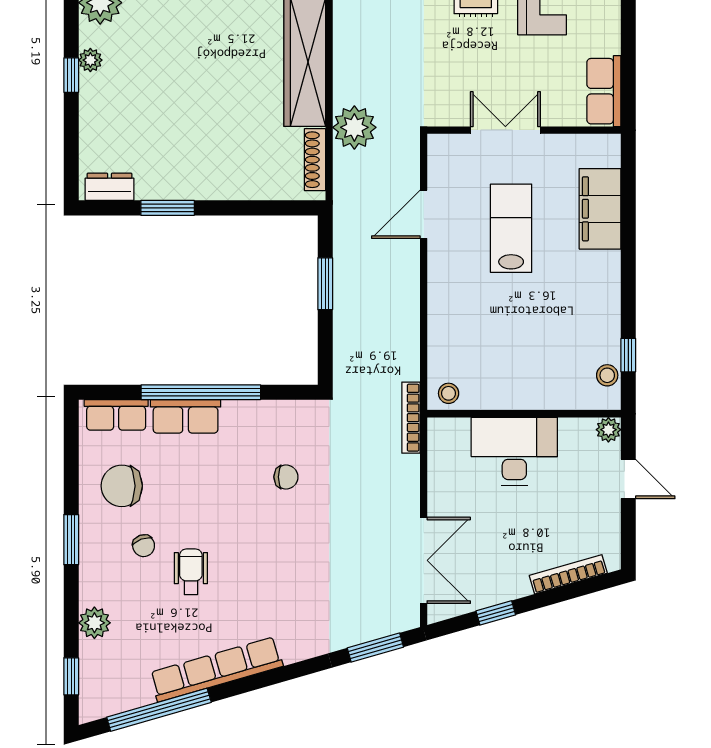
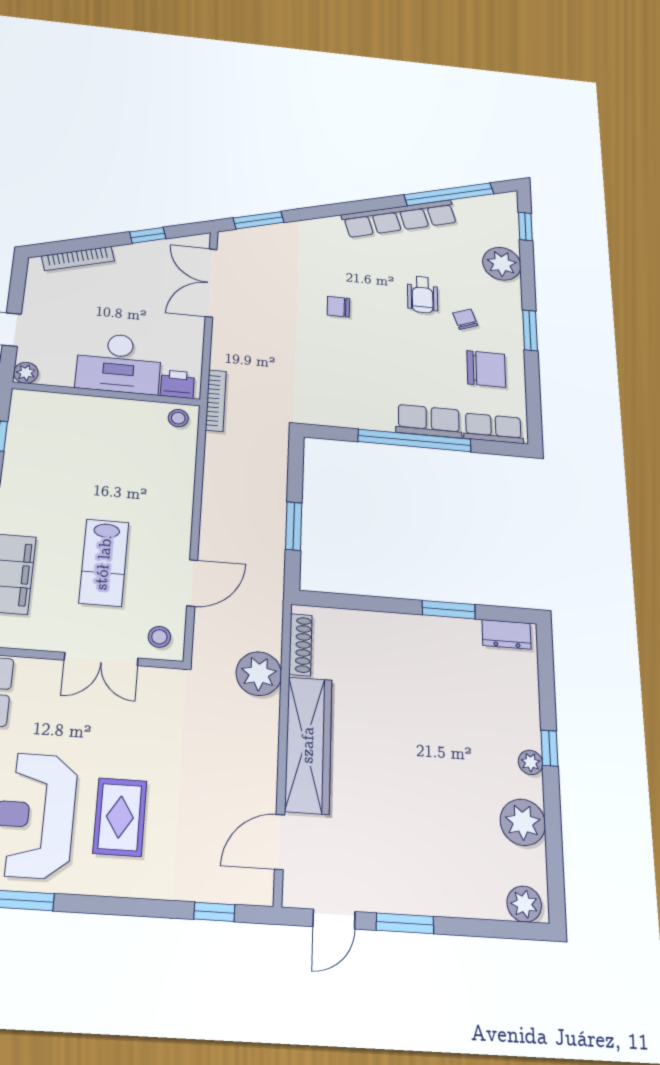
stool: (607, 375) -> (159, 637), moved
printer: (452, 433) -> (177, 384), added
chair: (286, 477) -> (338, 307), moved
plant: (94, 623) -> (502, 264), width x1.36, depth x1.36

